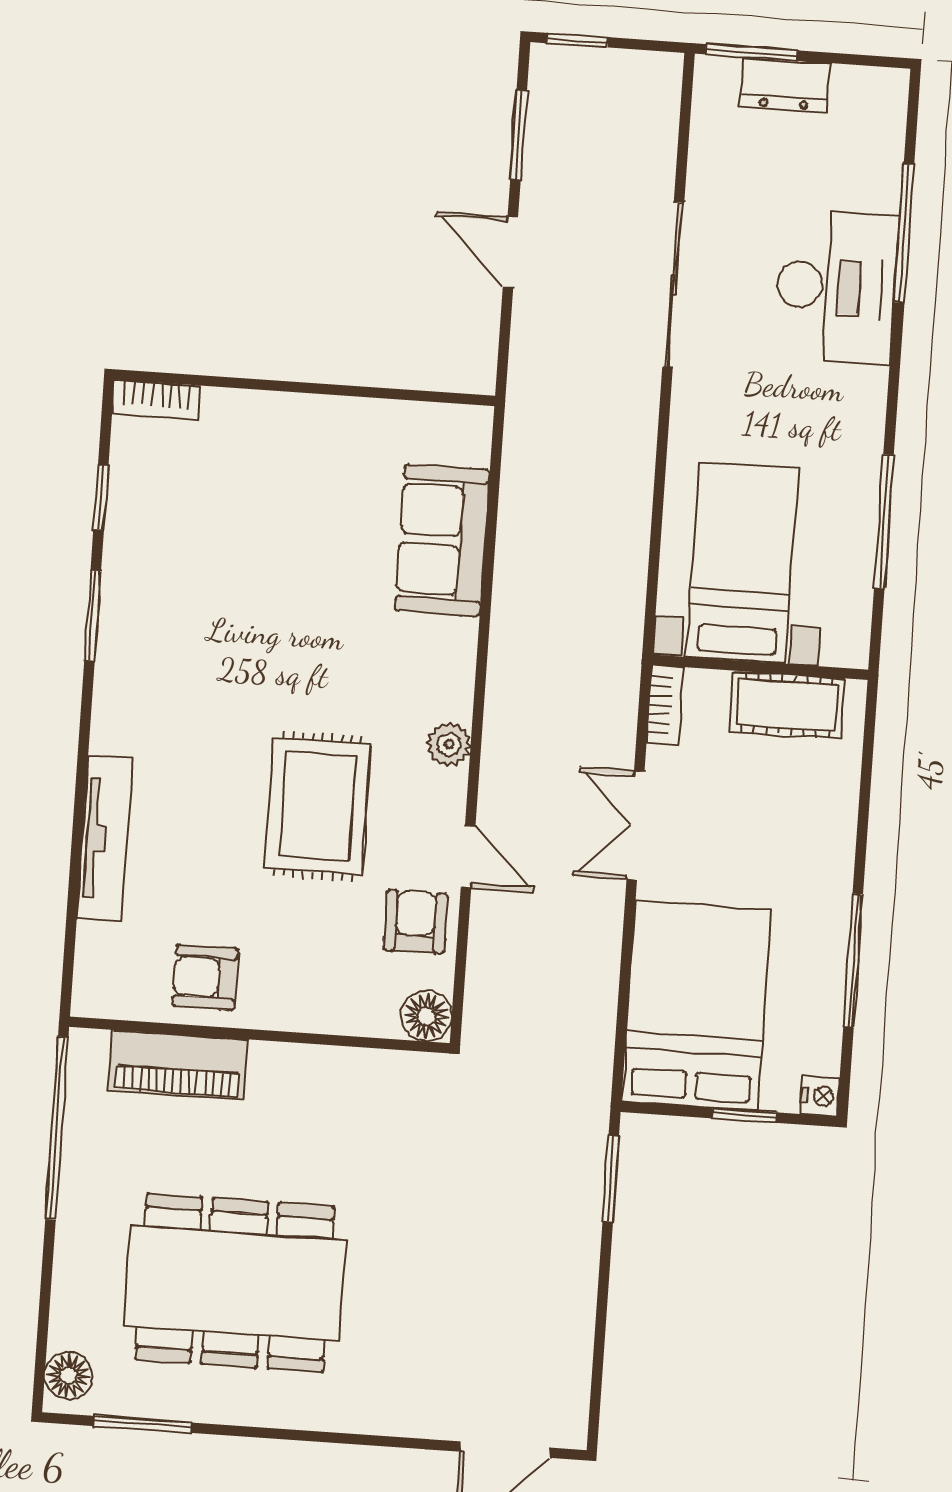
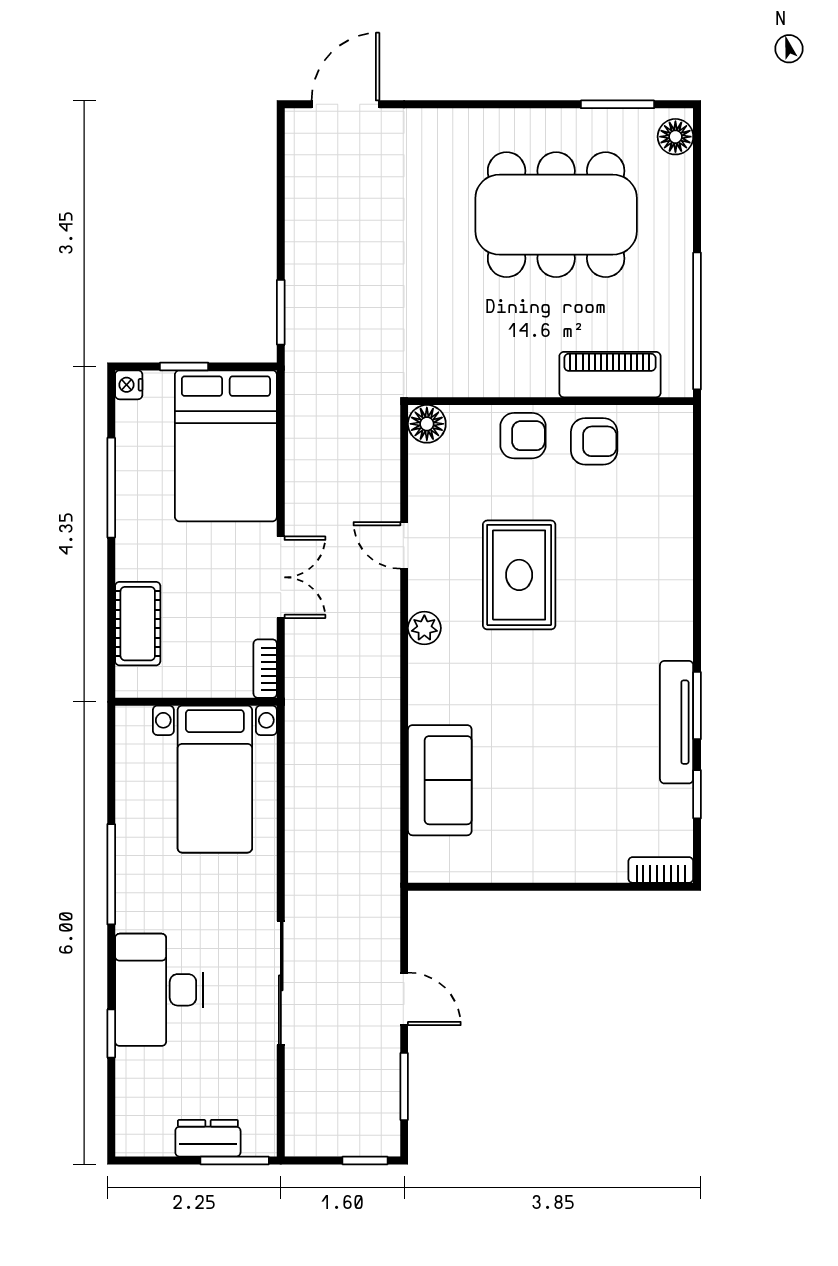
window: (904, 233) -> (111, 1034), width x0.46
window: (884, 522) -> (111, 874), moved
cot: (787, 705) -> (138, 624), moved, turned 90
tv unit: (104, 838) -> (677, 722), moved
armchair: (416, 922) -> (523, 436), moved, turned -90

